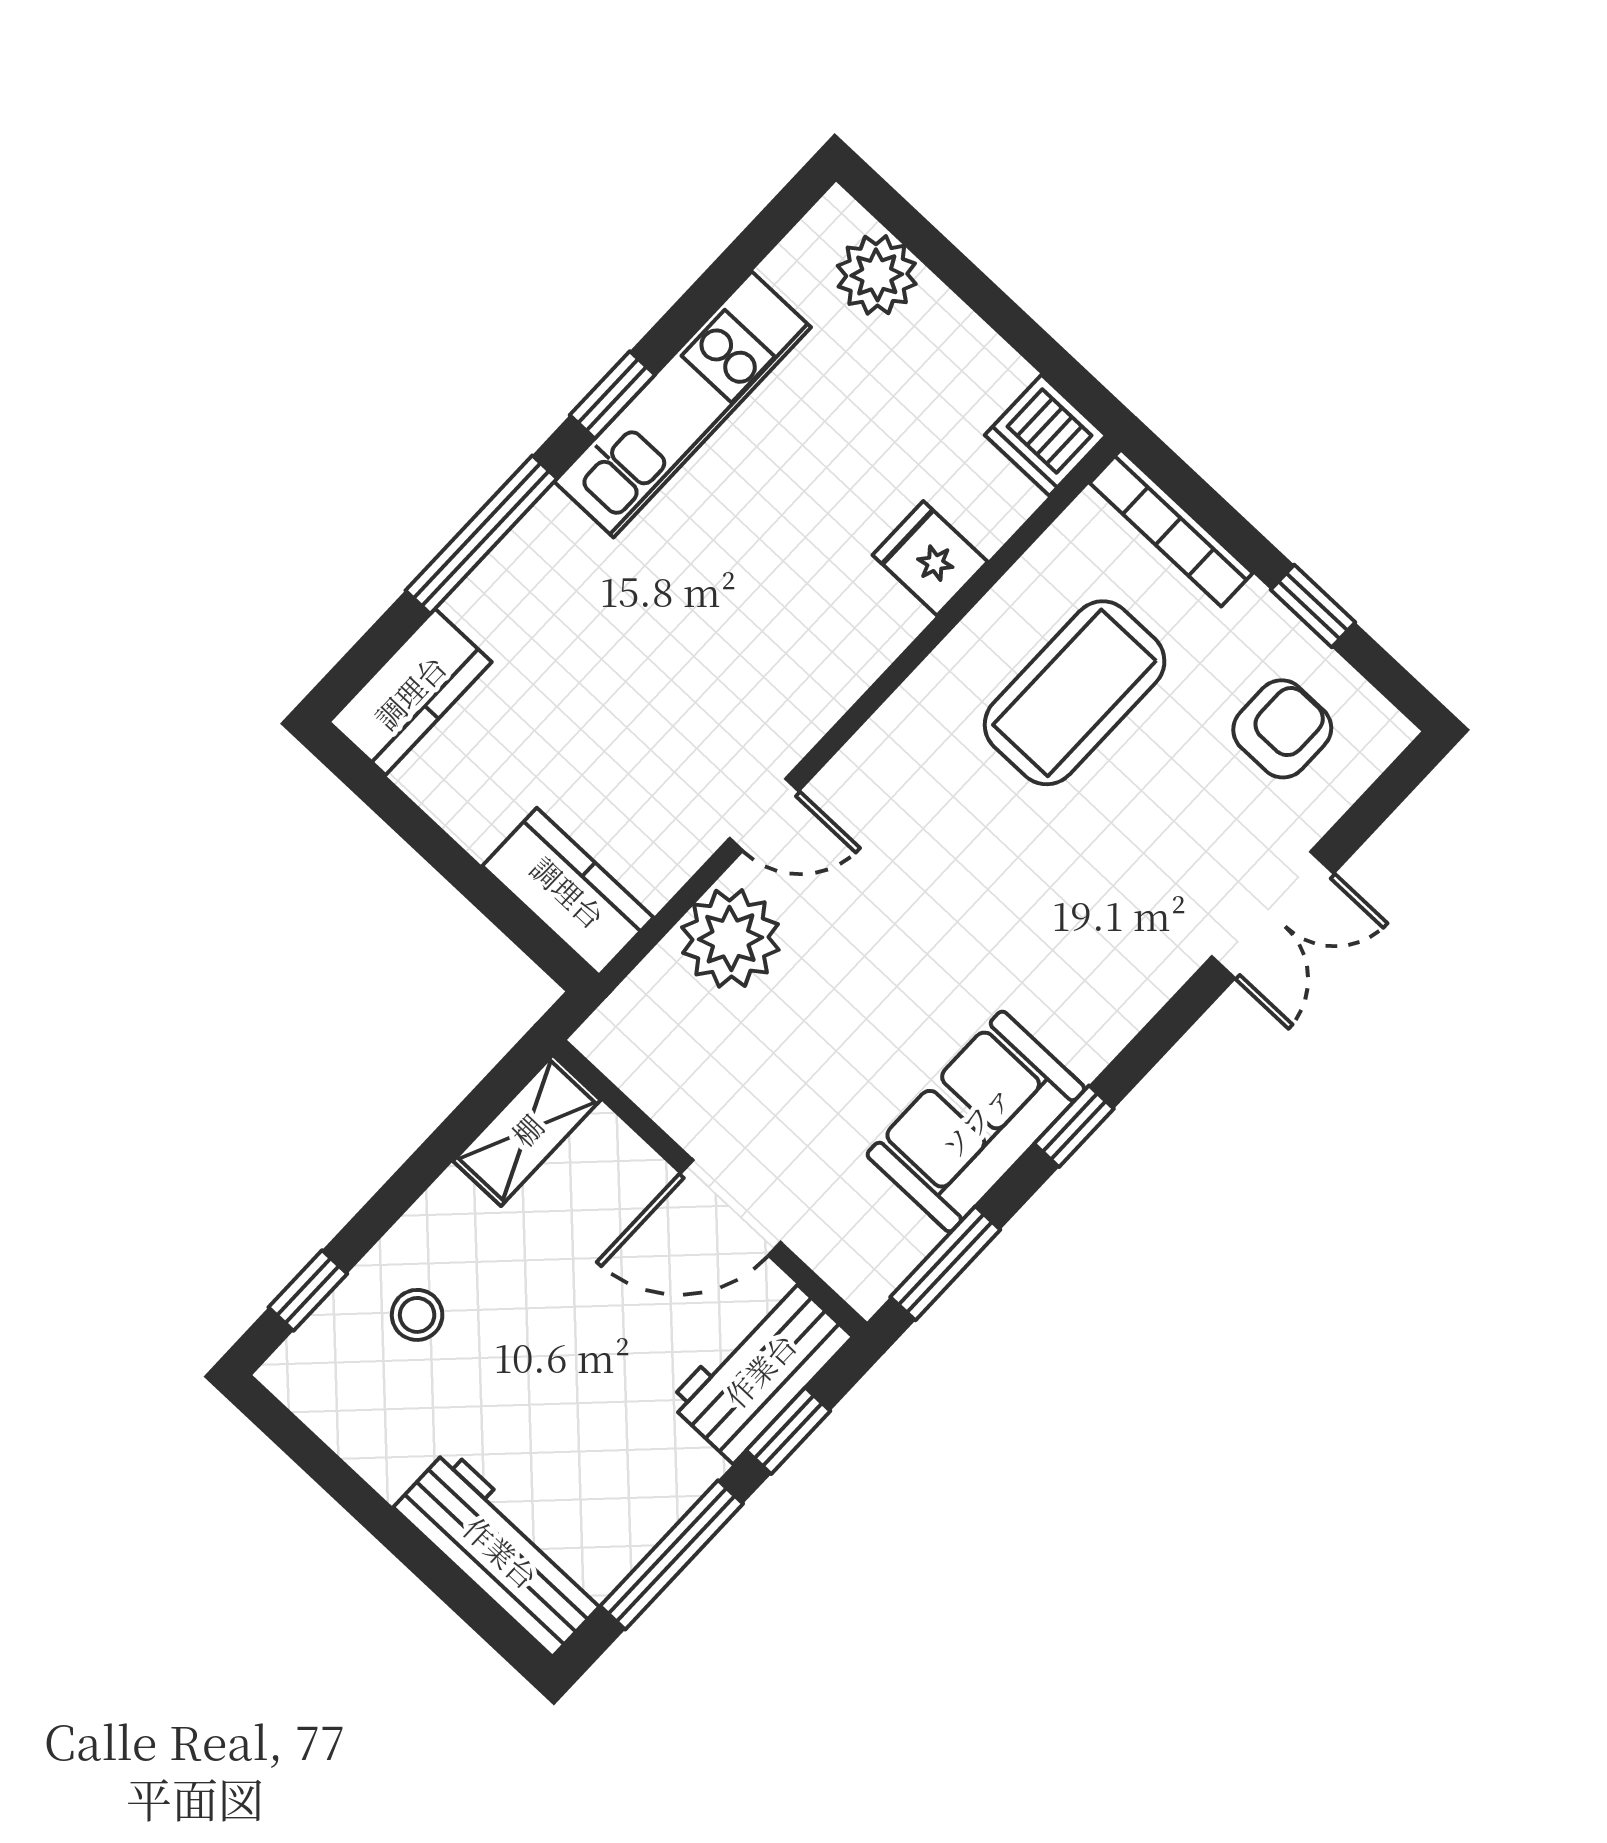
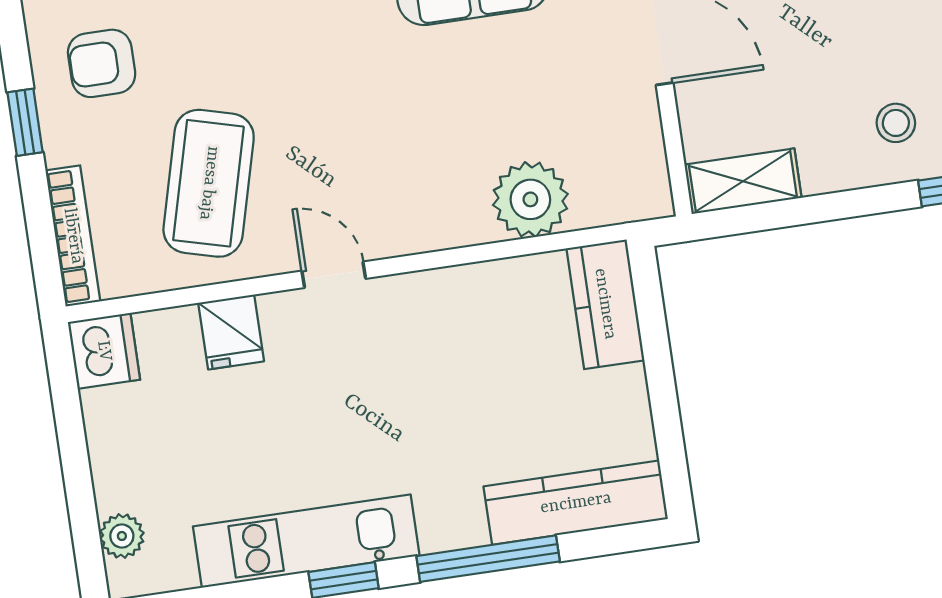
plant: (877, 275) -> (122, 536), width x0.73, depth x0.73
kitchen counter: (410, 692) -> (576, 503), width x1.50
coffee table: (1075, 693) -> (209, 183), turned -75
door: (764, 815) -> (334, 275), moved

